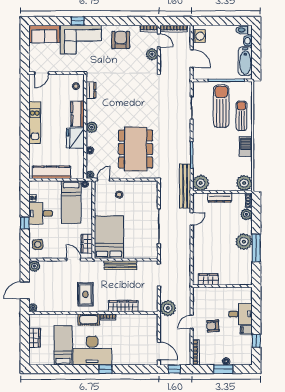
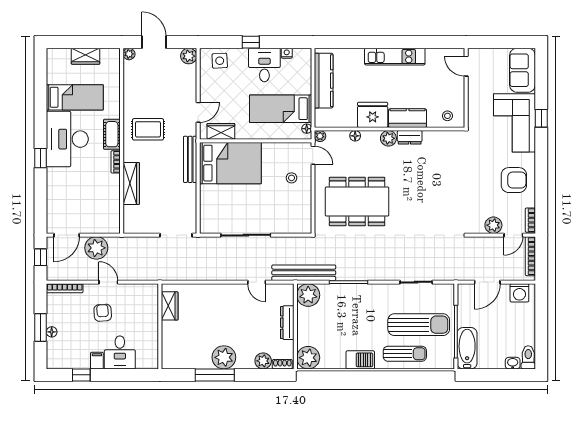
bathtub: (245, 61) -> (467, 348), moved, turned 90
dresser: (91, 90) -> (410, 137), moved
bench: (120, 265) -> (190, 159), moved
plant: (168, 308) -> (96, 248), moved

